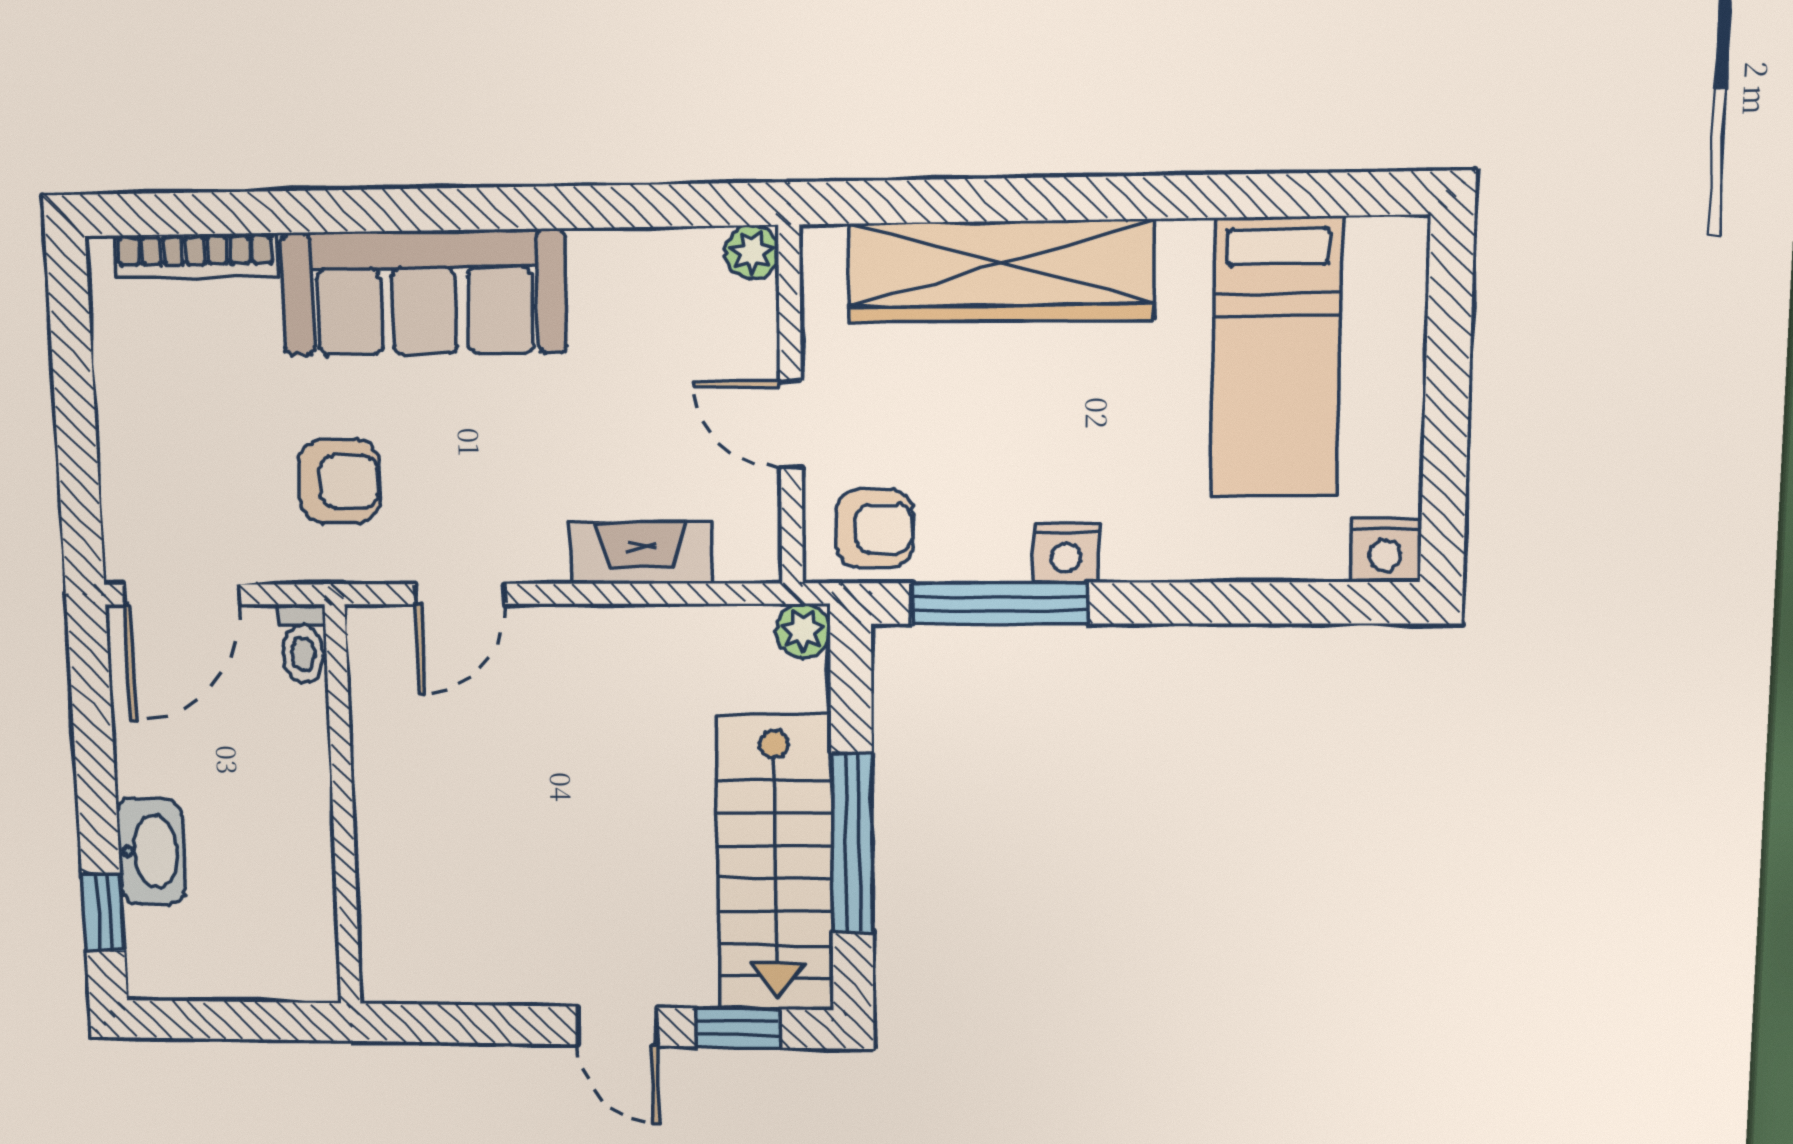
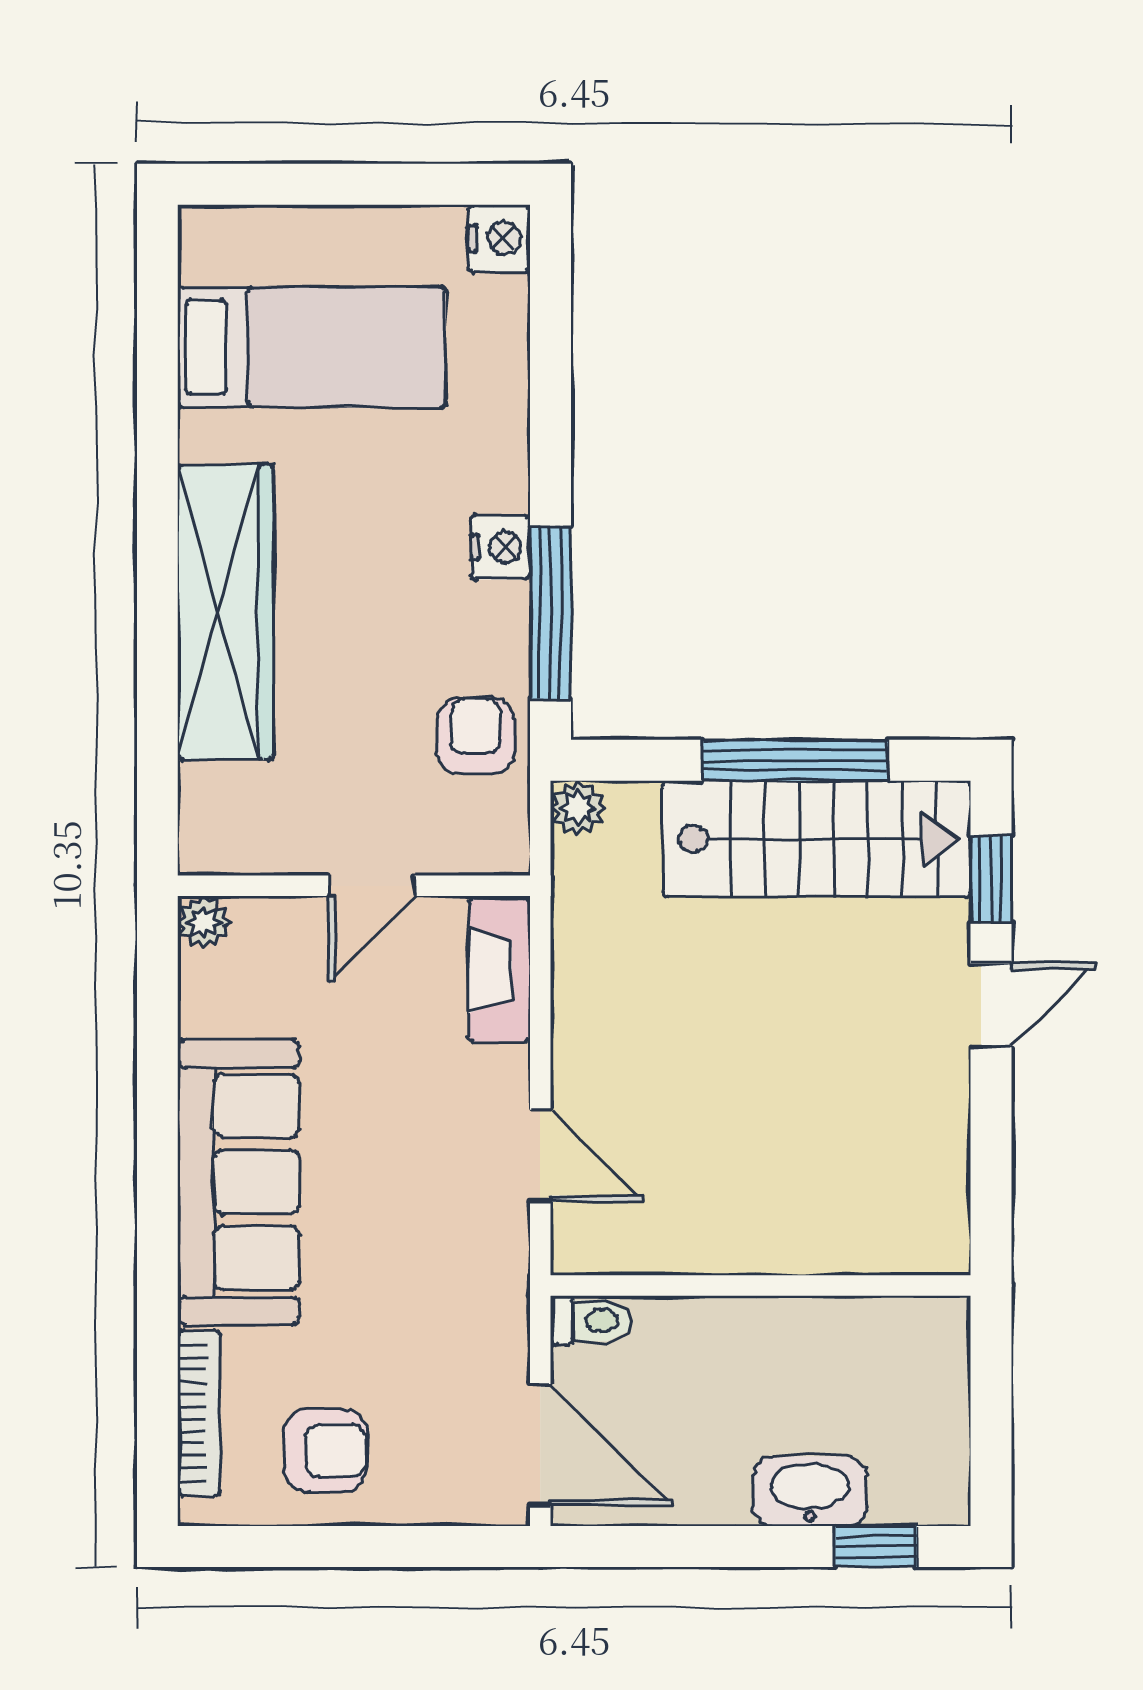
plant: (752, 252) -> (204, 922), moved
wall: (791, 406) -> (354, 886), moved
door: (791, 424) -> (372, 886), moved
armchair: (339, 482) -> (326, 1450), moved, turned 90

